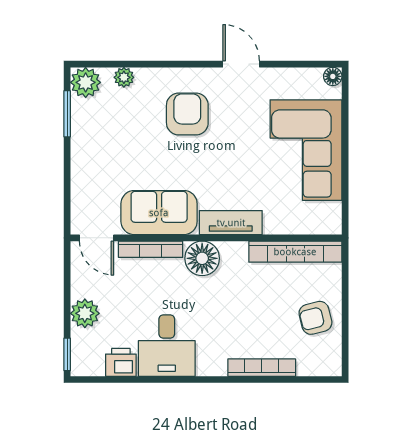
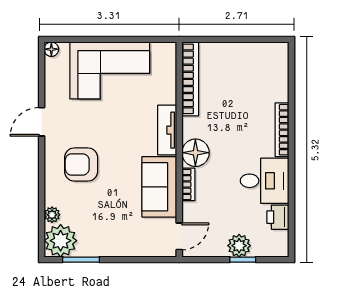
plant: (86, 82) -> (61, 241), width x1.36, depth x1.36
bookcase: (151, 249) -> (188, 184), width x0.64
armchair: (315, 318) -> (243, 63), removed
window: (67, 354) -> (243, 260), moved
bookcase: (262, 368) -> (282, 130), moved

